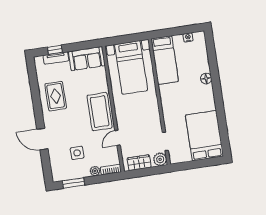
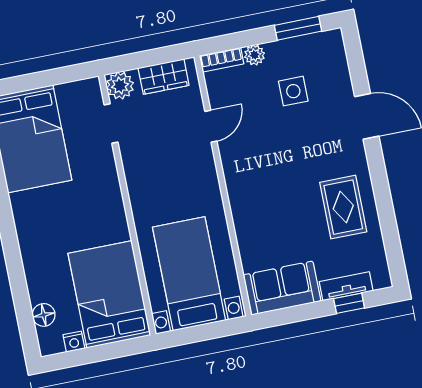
bed: (165, 60) -> (109, 294), width x1.50
floor lamp: (206, 78) -> (44, 315), moved
coffee table: (100, 112) -> (250, 179), removed

